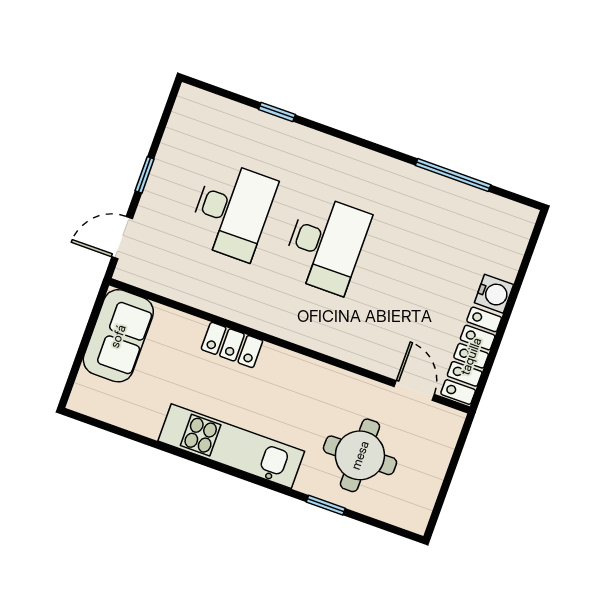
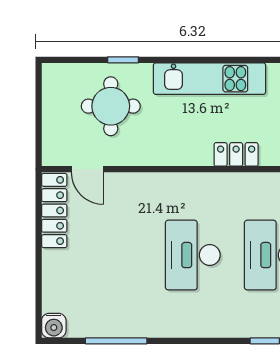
water cooler: (494, 294) -> (54, 326), moved, turned -90

